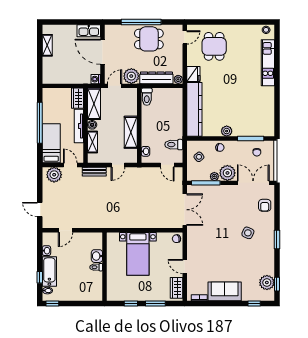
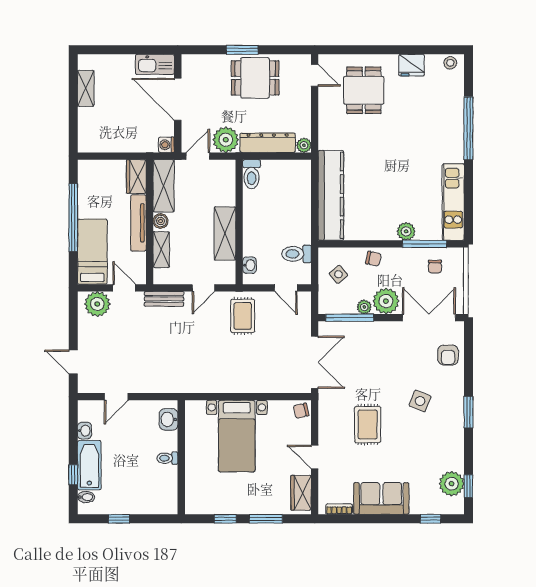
window: (141, 22) -> (242, 50), width x0.47
door: (185, 37) -> (315, 75), hinge flipped
kitchen unit: (268, 63) -> (453, 202), moved
window: (277, 69) -> (468, 128), added
fridge: (193, 74) -> (412, 65), moved, turned 90
plant: (227, 131) -> (406, 231), moved
rug: (141, 182) -> (243, 316), added
rug: (216, 247) -> (368, 424), added
washbasin: (97, 256) -> (169, 419), moved
window: (52, 304) -> (119, 519), moved

